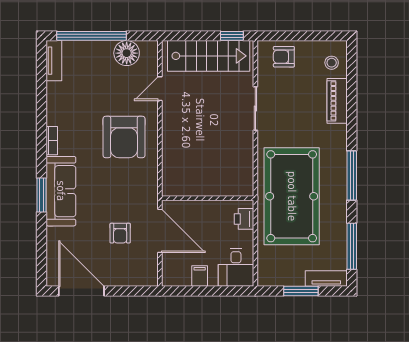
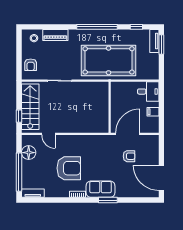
window: (232, 36) -> (19, 116), moved
armchair: (124, 137) -> (69, 168), moved
window: (352, 176) -> (97, 27), width x1.46
sofa: (61, 191) -> (101, 189), width x0.73
printer: (244, 219) -> (121, 87), removed
window: (352, 246) -> (136, 27), width x0.46
door: (81, 291) -> (161, 178), hinge flipped
window: (301, 291) -> (161, 44), moved

